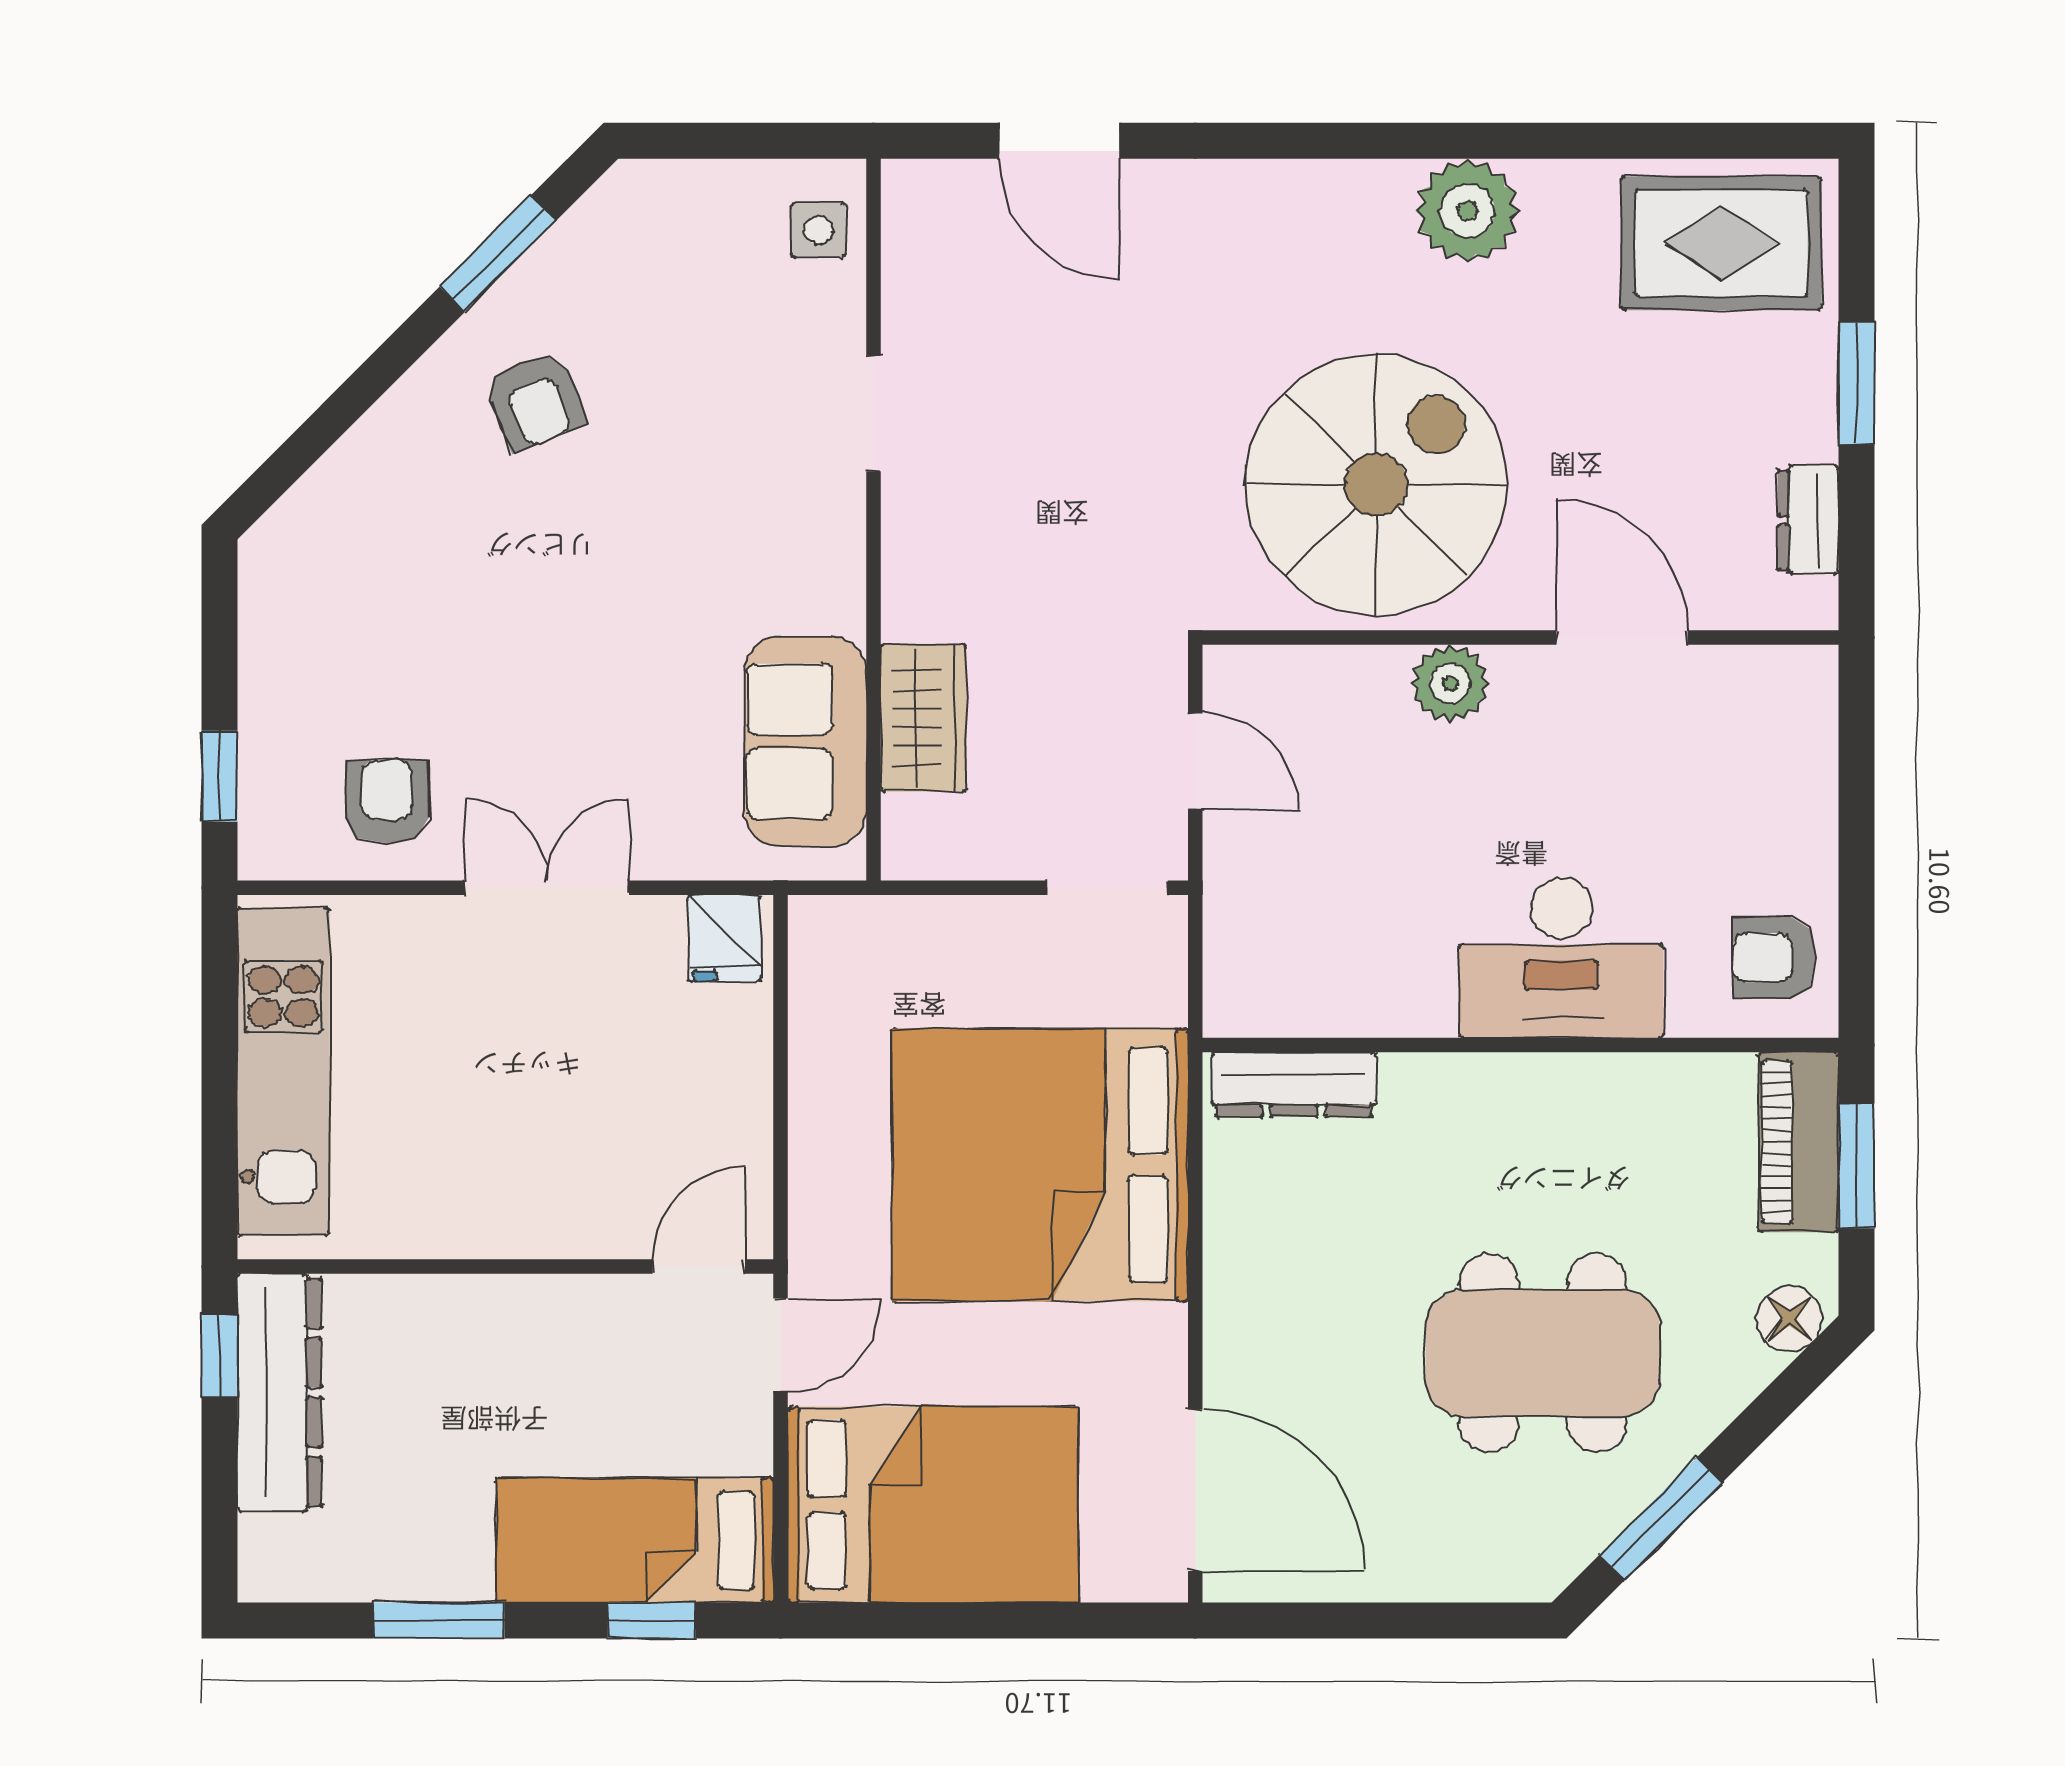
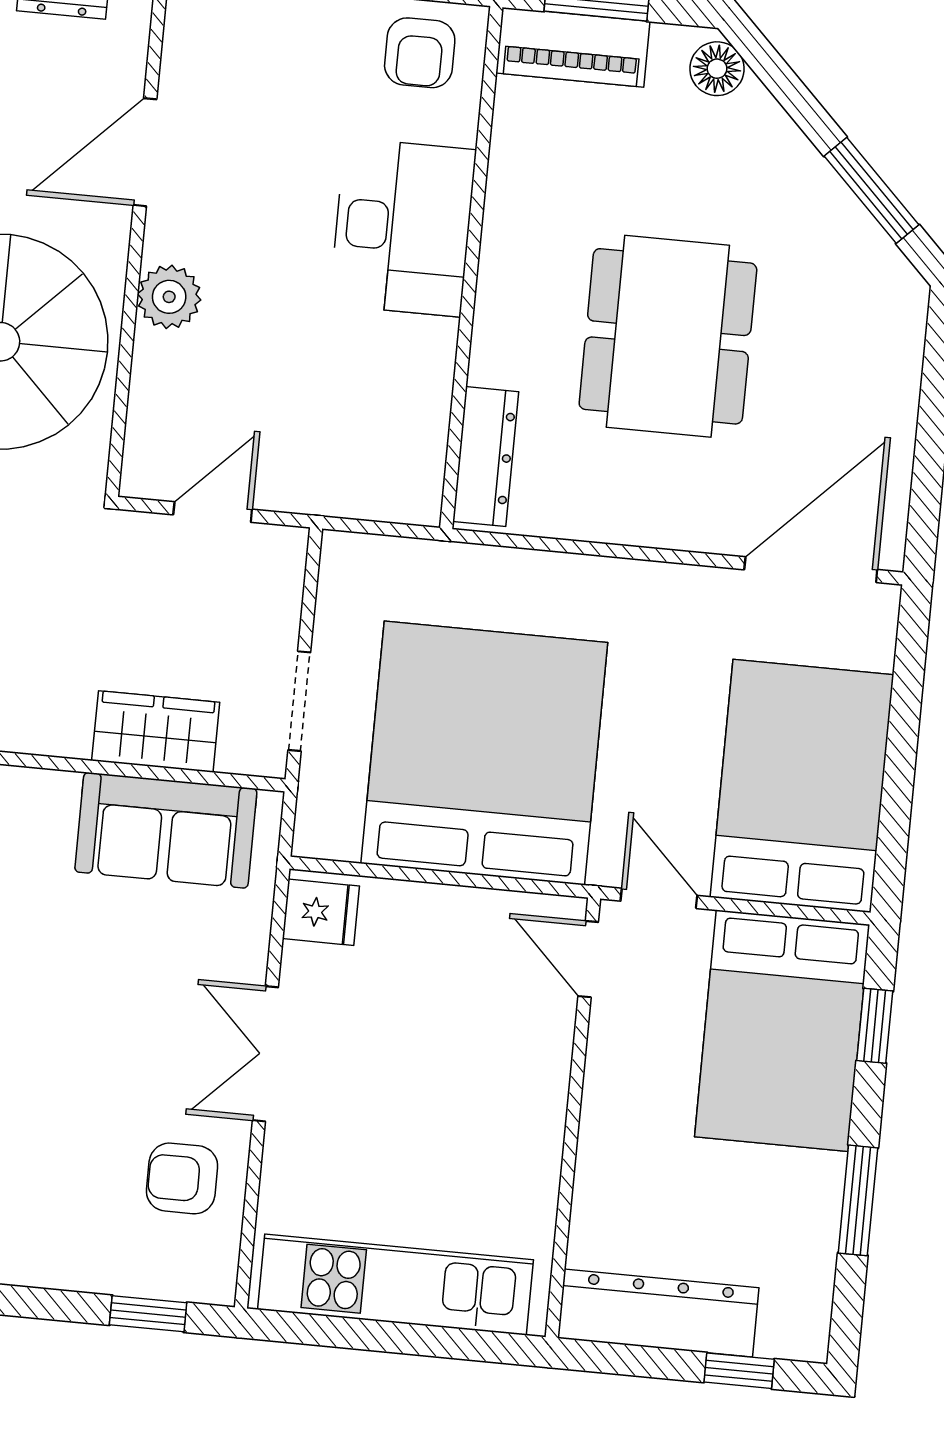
doorway: (1107, 888) -> (299, 701), moved
bed: (1040, 1165) -> (484, 753), moved, turned 180
dining table: (1543, 1353) -> (668, 336), moved
window: (219, 1356) -> (739, 1371), moved
bed: (635, 1540) -> (782, 1031), width x1.50

